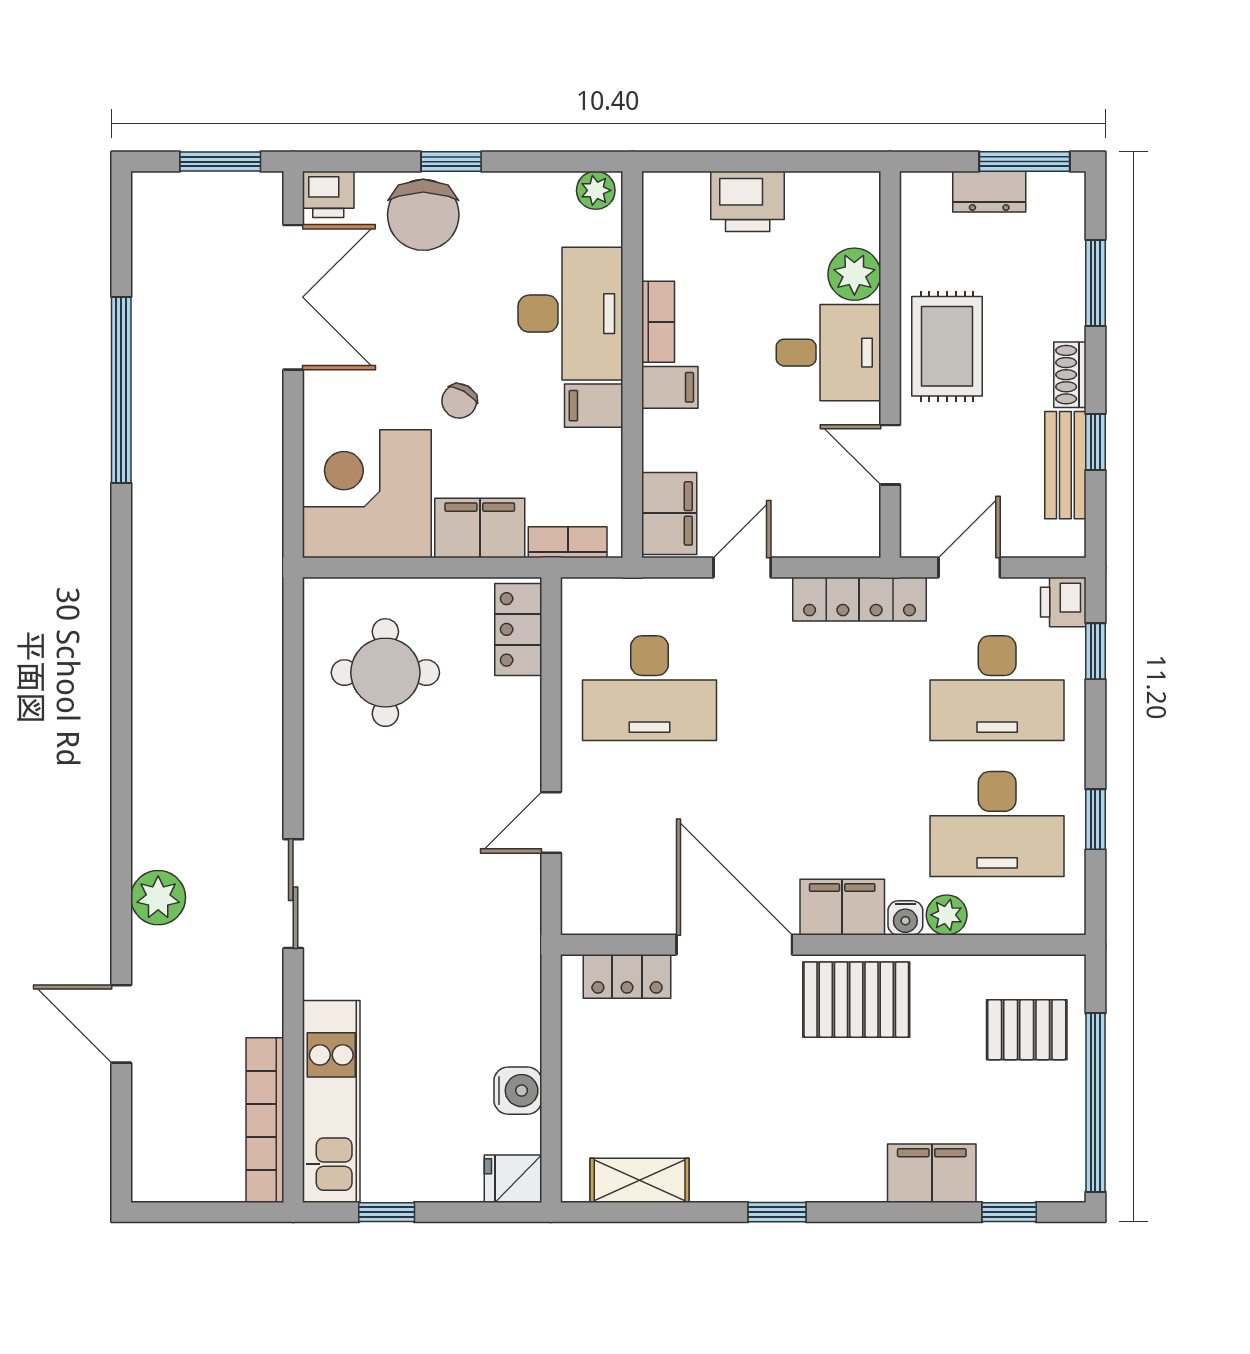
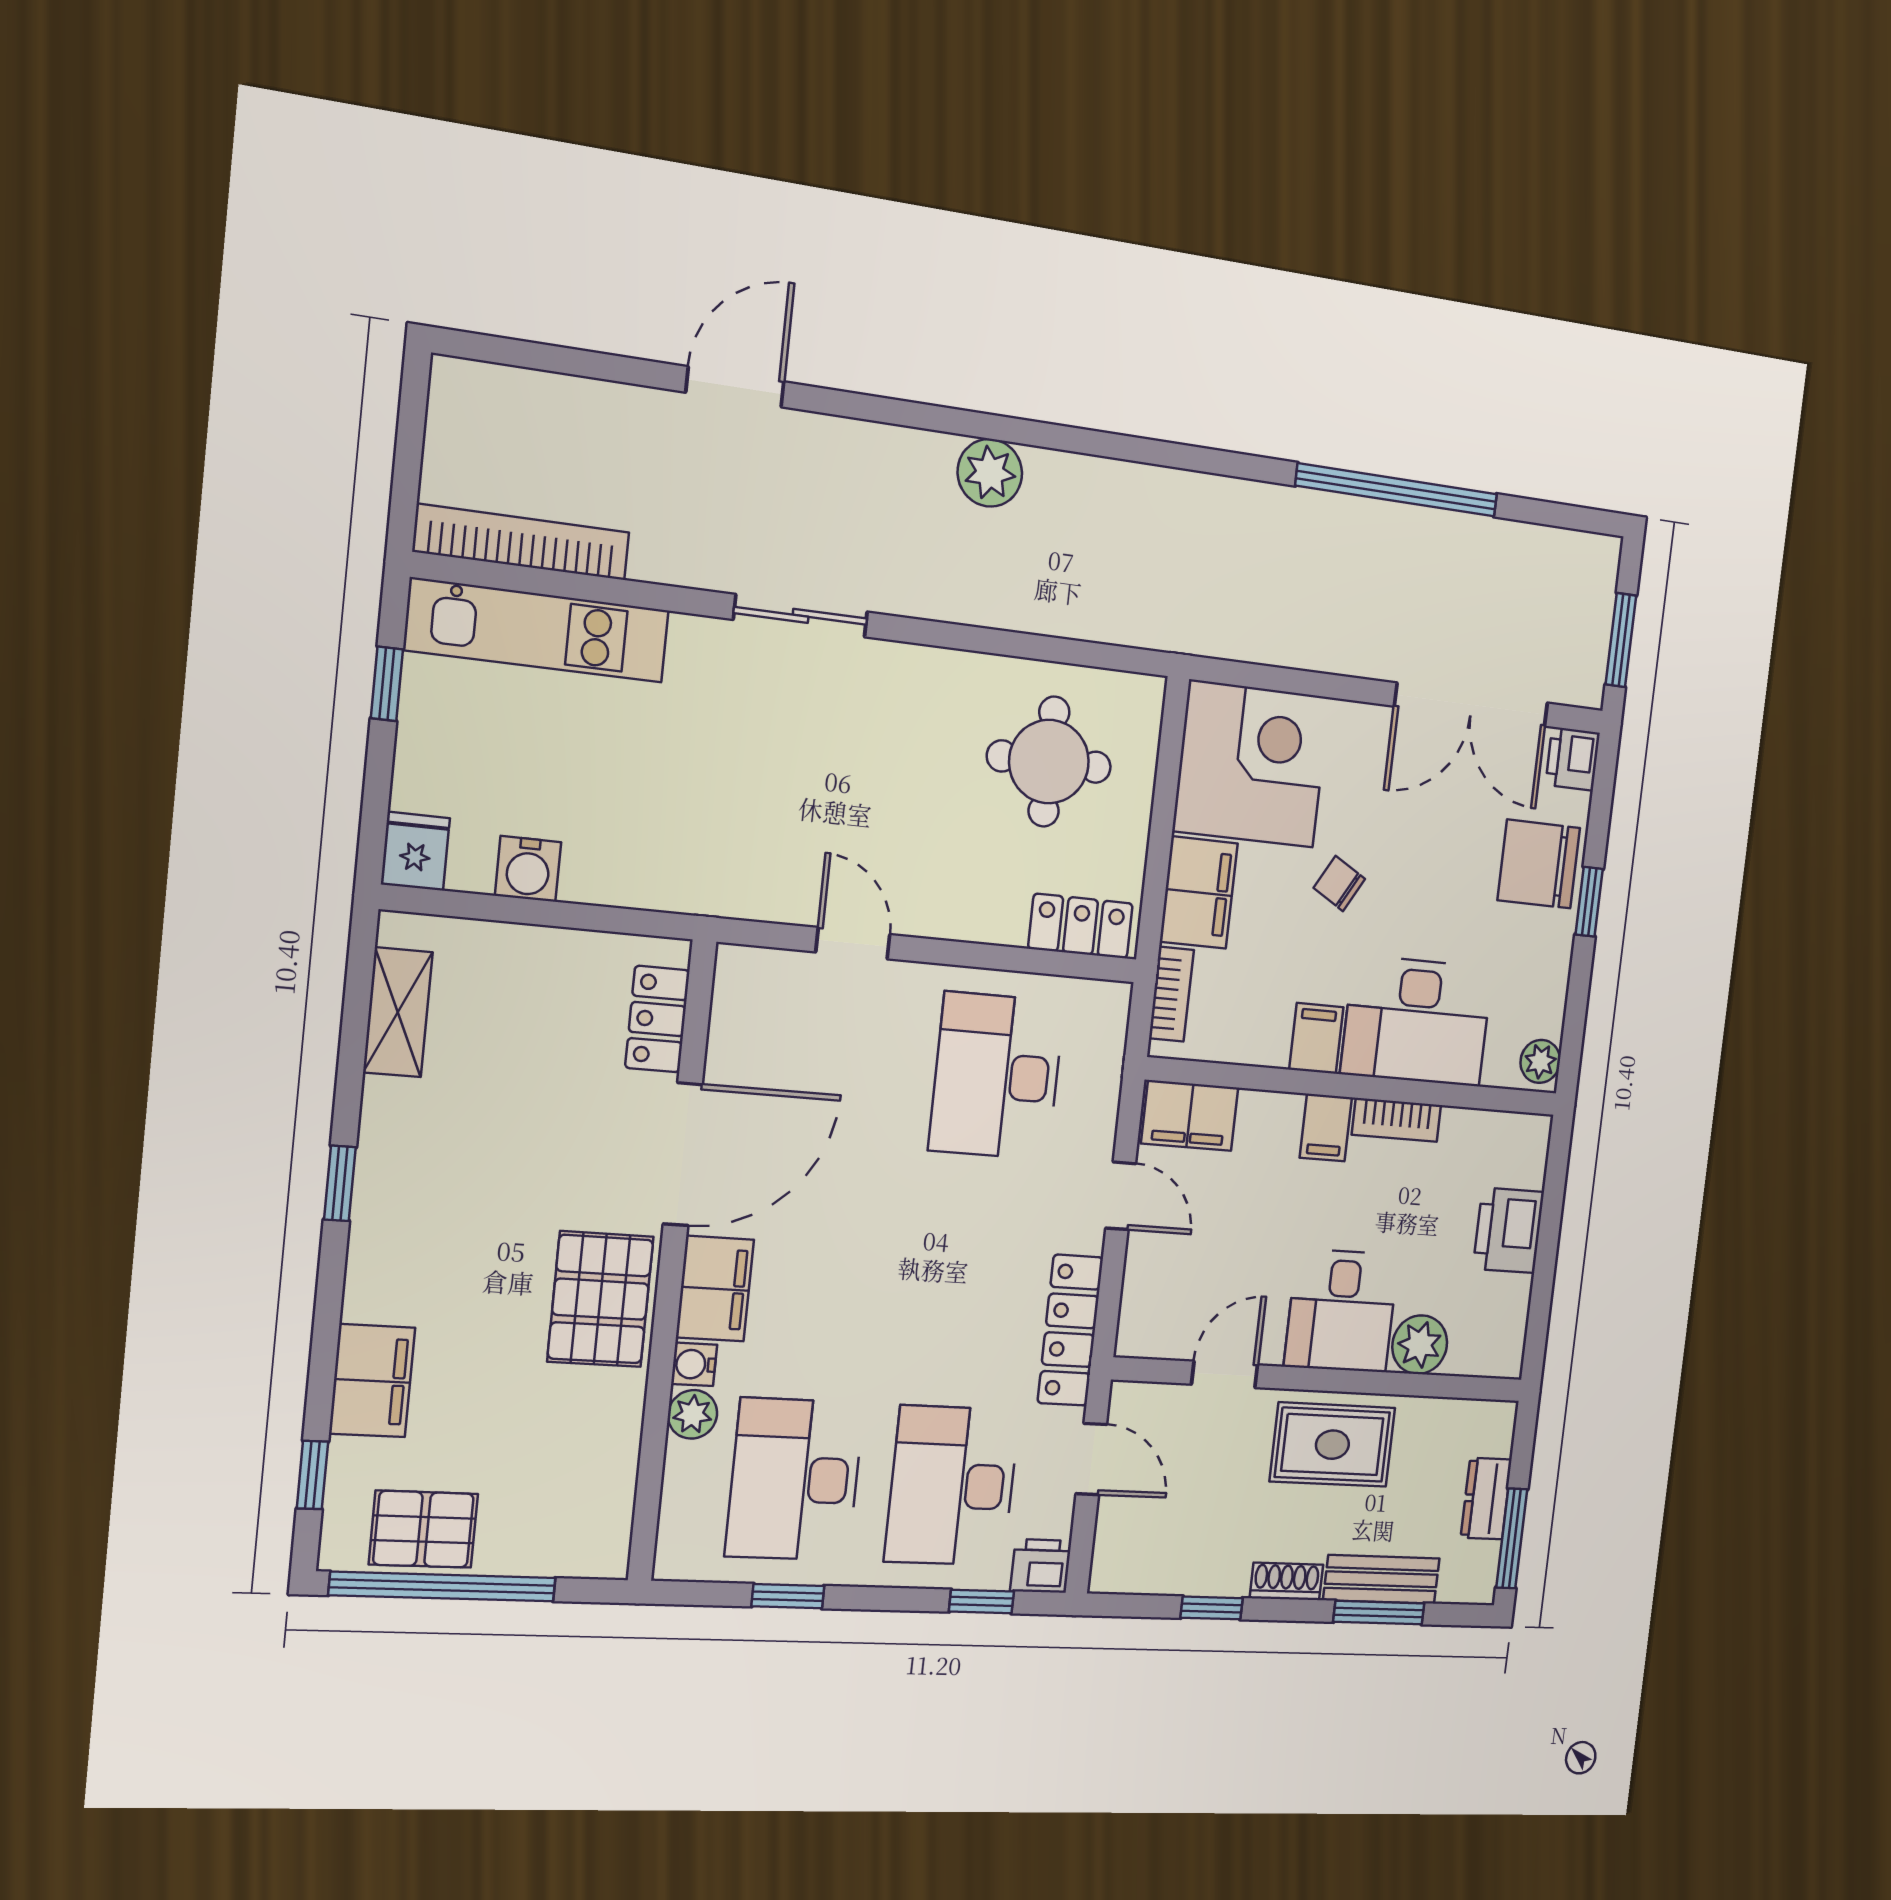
bench: (1065, 465) -> (1381, 1579), moved
plant: (158, 898) -> (990, 473), moved
door: (121, 1024) -> (735, 387), moved
pallet: (1027, 1030) -> (423, 1529), moved, turned 90

